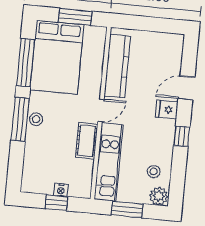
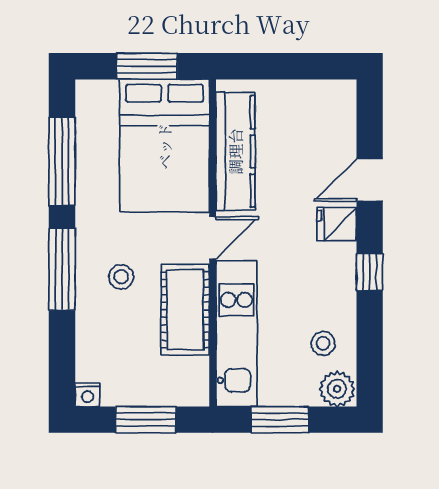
bed: (57, 57) -> (164, 146), moved
stool: (36, 119) -> (121, 277), moved
cot: (87, 141) -> (185, 310), width x1.37, depth x1.34
nightstand: (61, 190) -> (88, 395), moved
window: (57, 203) -> (146, 420), width x1.50

